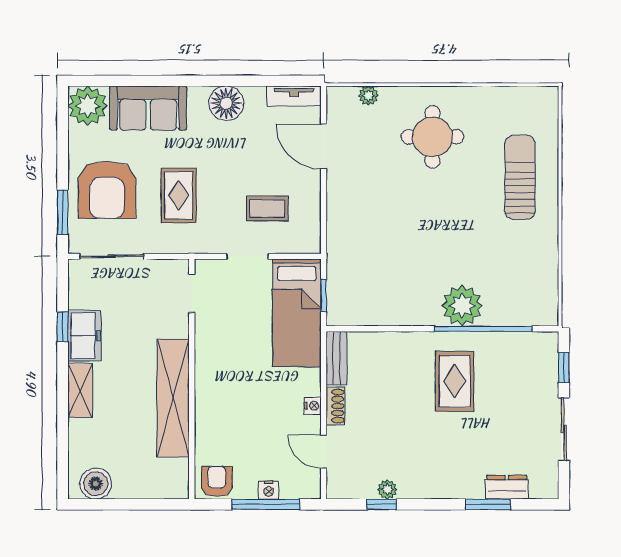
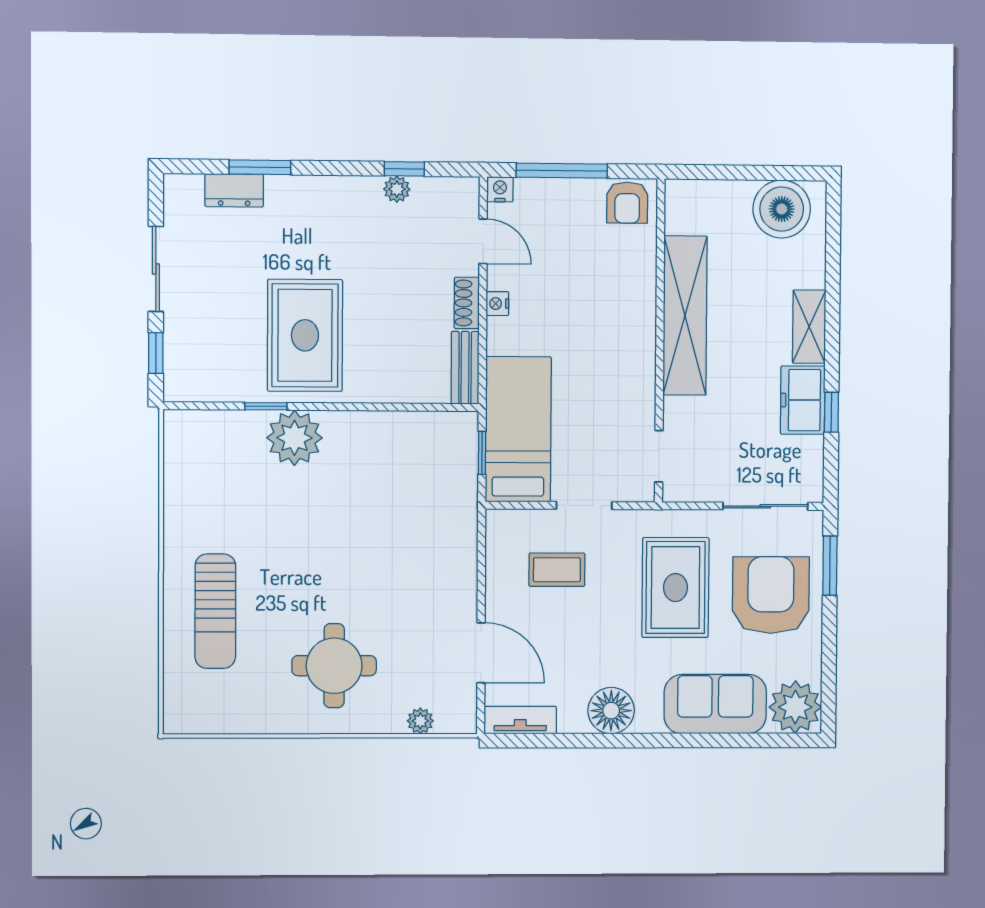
rug: (179, 195) -> (675, 588), width x1.36, depth x1.43
window: (483, 329) -> (266, 406), width x0.32
rug: (455, 381) -> (305, 335), width x1.36, depth x1.43
boiler: (96, 484) -> (782, 209), width x1.37, depth x1.37
nightstand: (269, 490) -> (500, 189), moved

